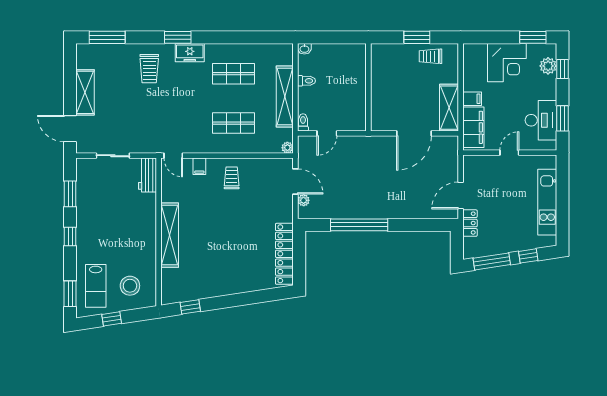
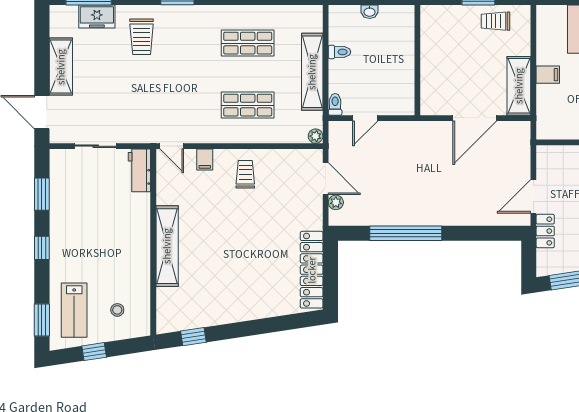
washbasin: (304, 49) -> (370, 12), moved
freezer: (190, 53) -> (97, 17), moved
filing cabinet: (473, 127) -> (550, 111), removed
stool: (130, 286) -> (117, 310), width x0.53, depth x0.53

